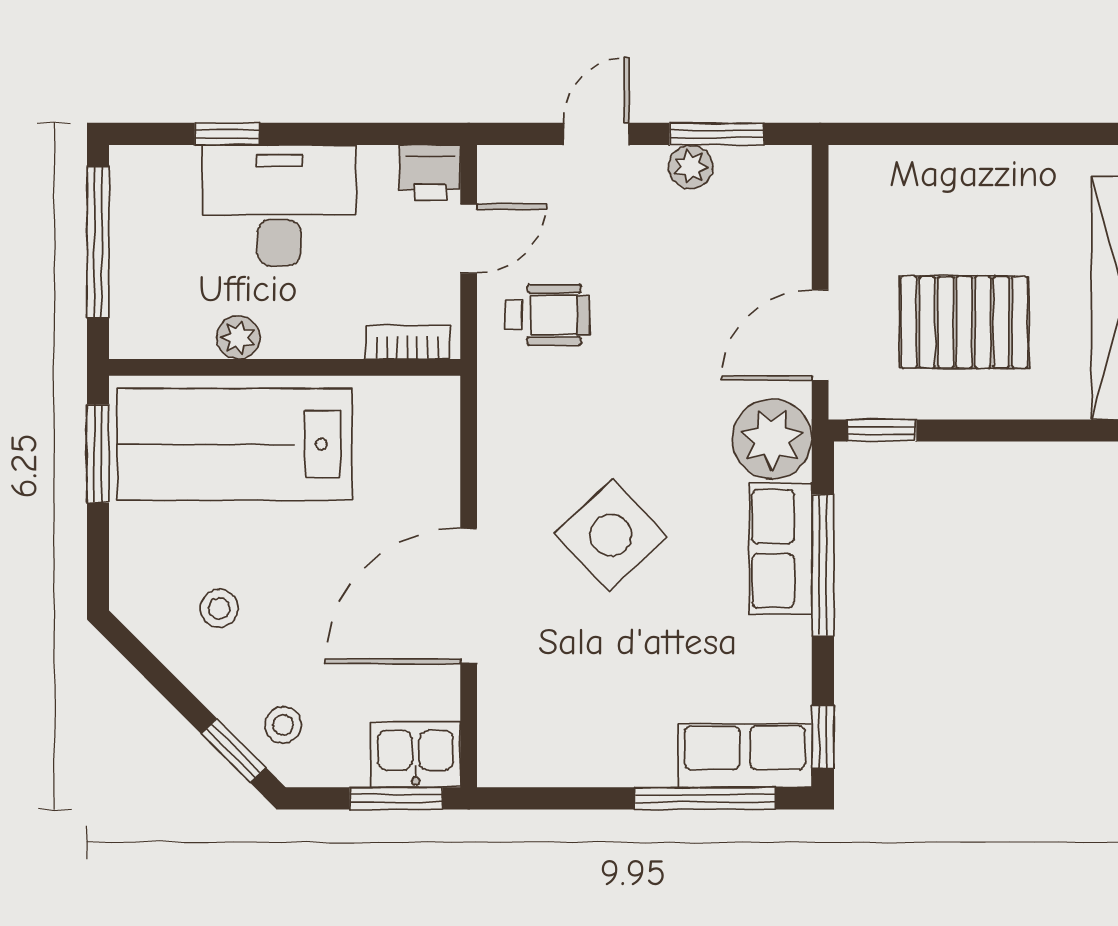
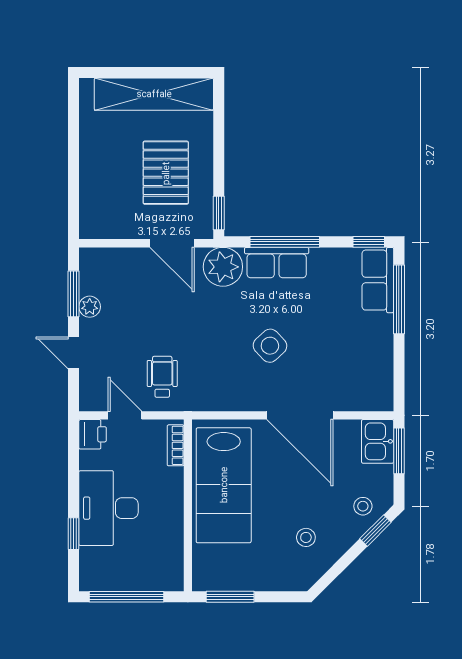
plant: (238, 338) -> (173, 528), removed
lab bench: (234, 444) -> (224, 485), moved
side table: (611, 535) -> (270, 346), width x0.73, depth x0.73

